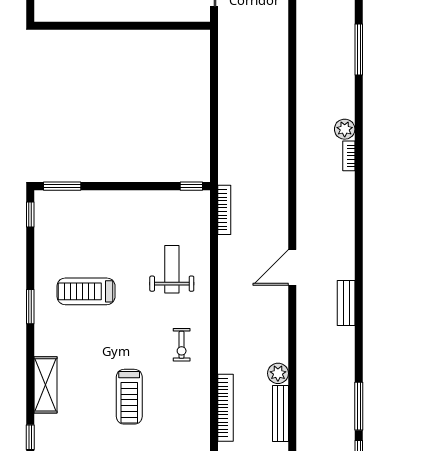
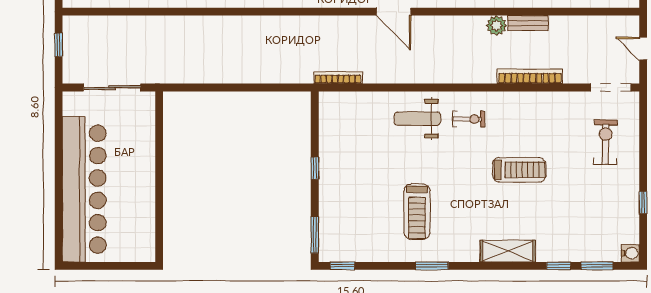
window: (191, 186) -> (315, 168), moved
weight bench: (172, 269) -> (418, 119), moved
bench: (280, 413) -> (528, 23), width x0.73

